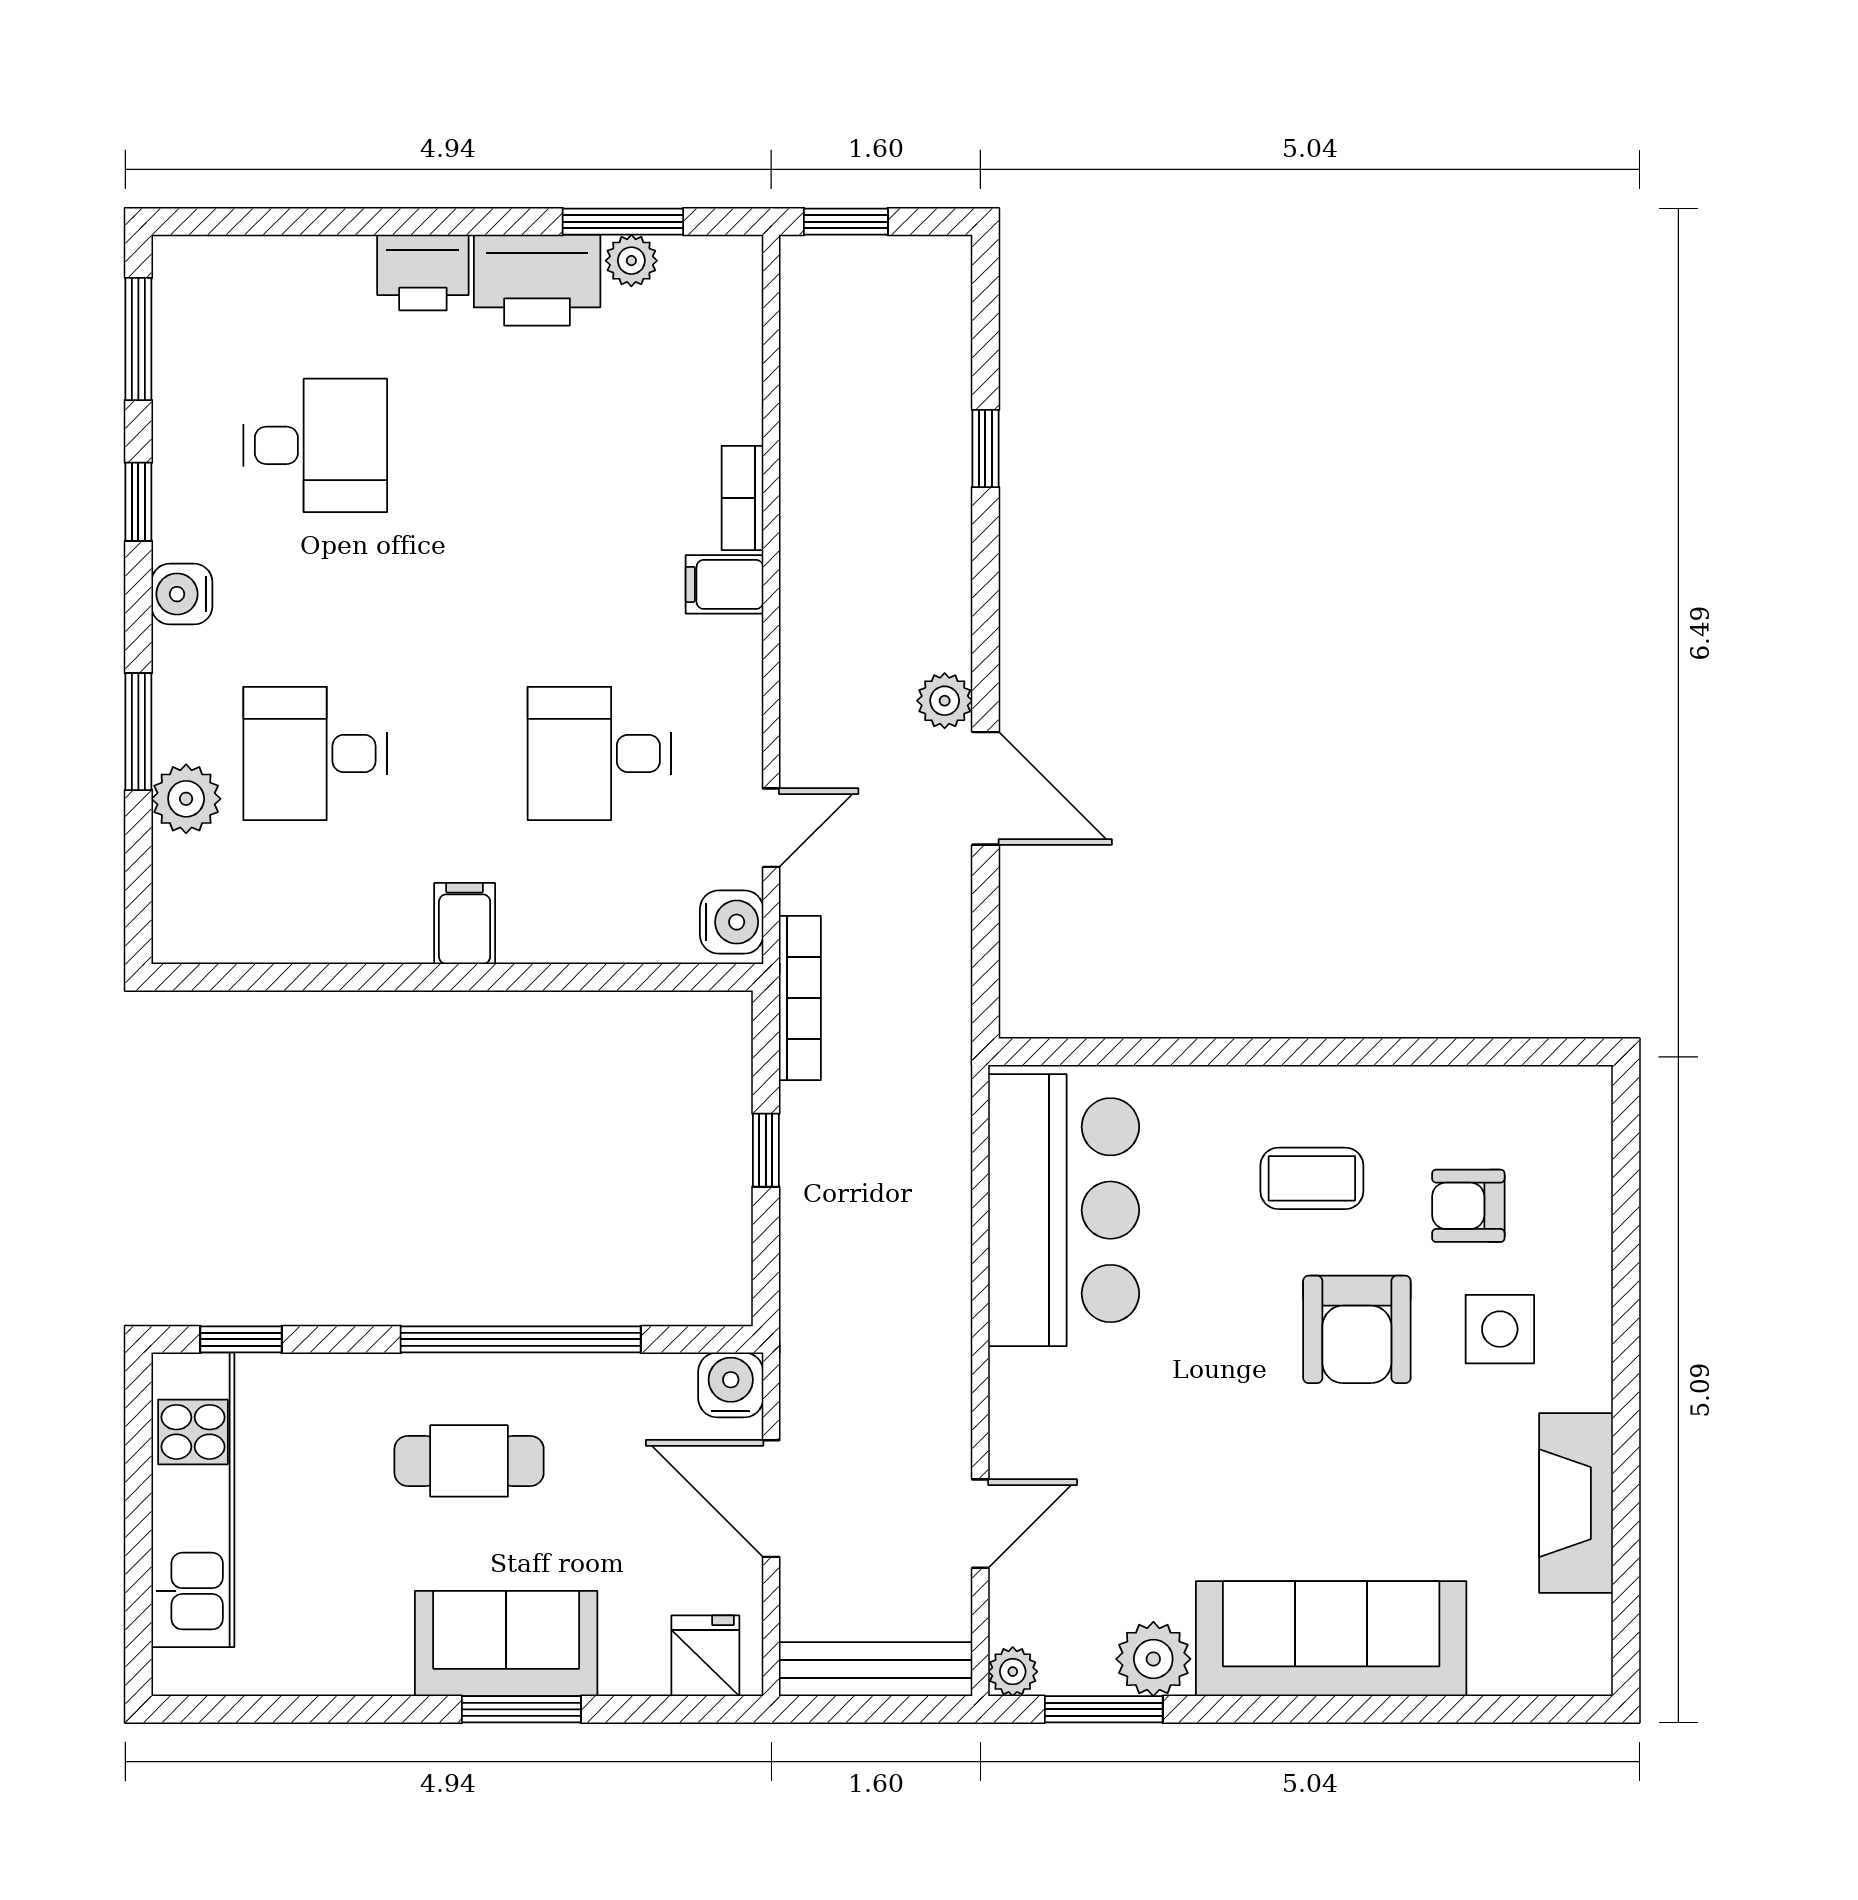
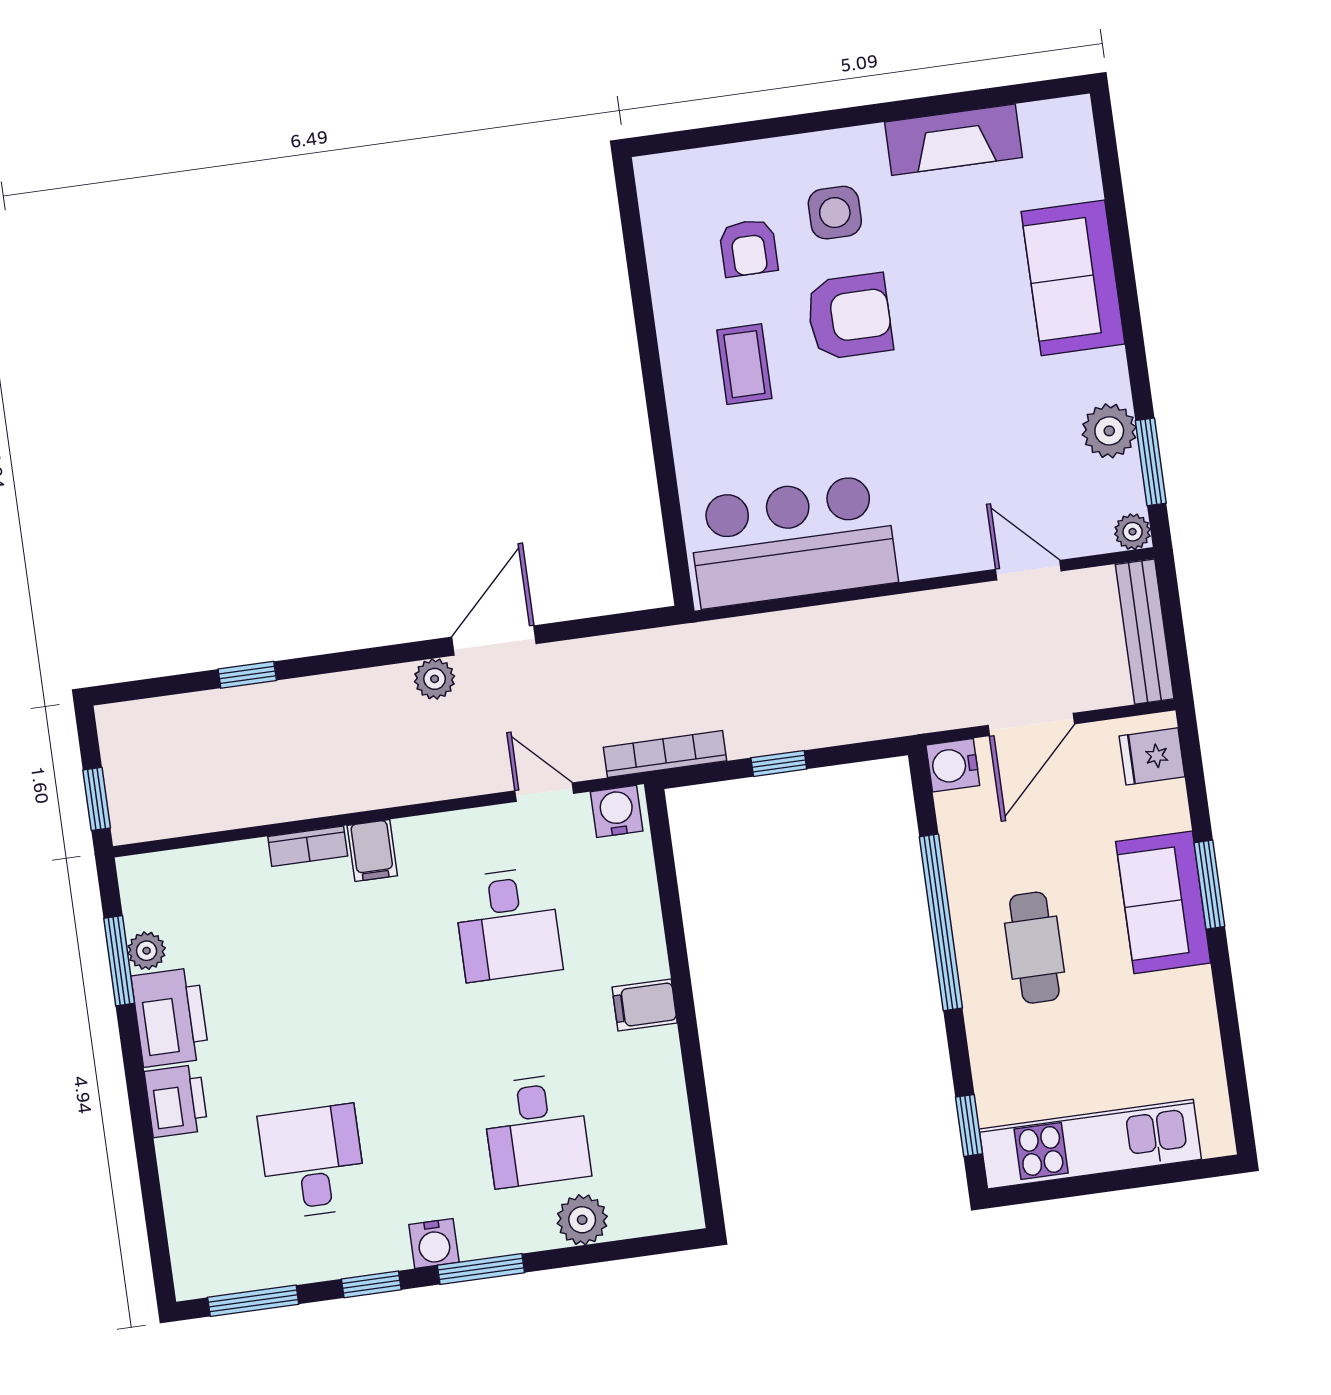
window: (138, 732) -> (481, 1269), moved
sofa: (1331, 1639) -> (1073, 278), width x0.73

